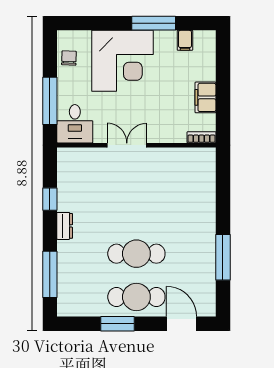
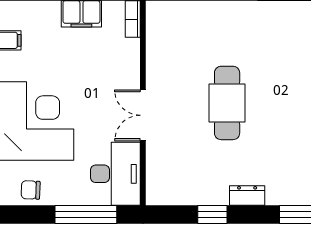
desk: (75, 124) -> (115, 174), width x1.37
cafe table: (136, 254) -> (227, 103), moved

